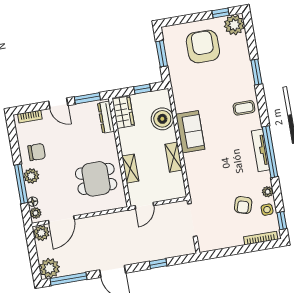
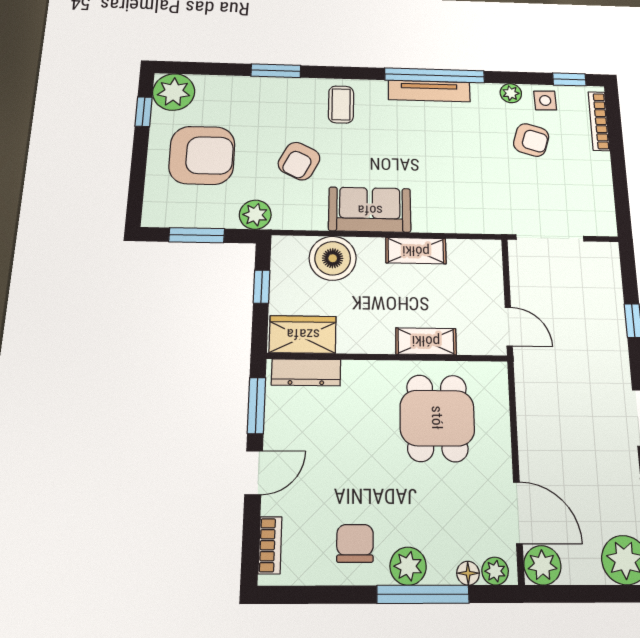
armchair: (203, 47) -> (202, 155), turned 180
plant: (177, 78) -> (255, 215), added
armchair: (209, 93) -> (299, 161), added

